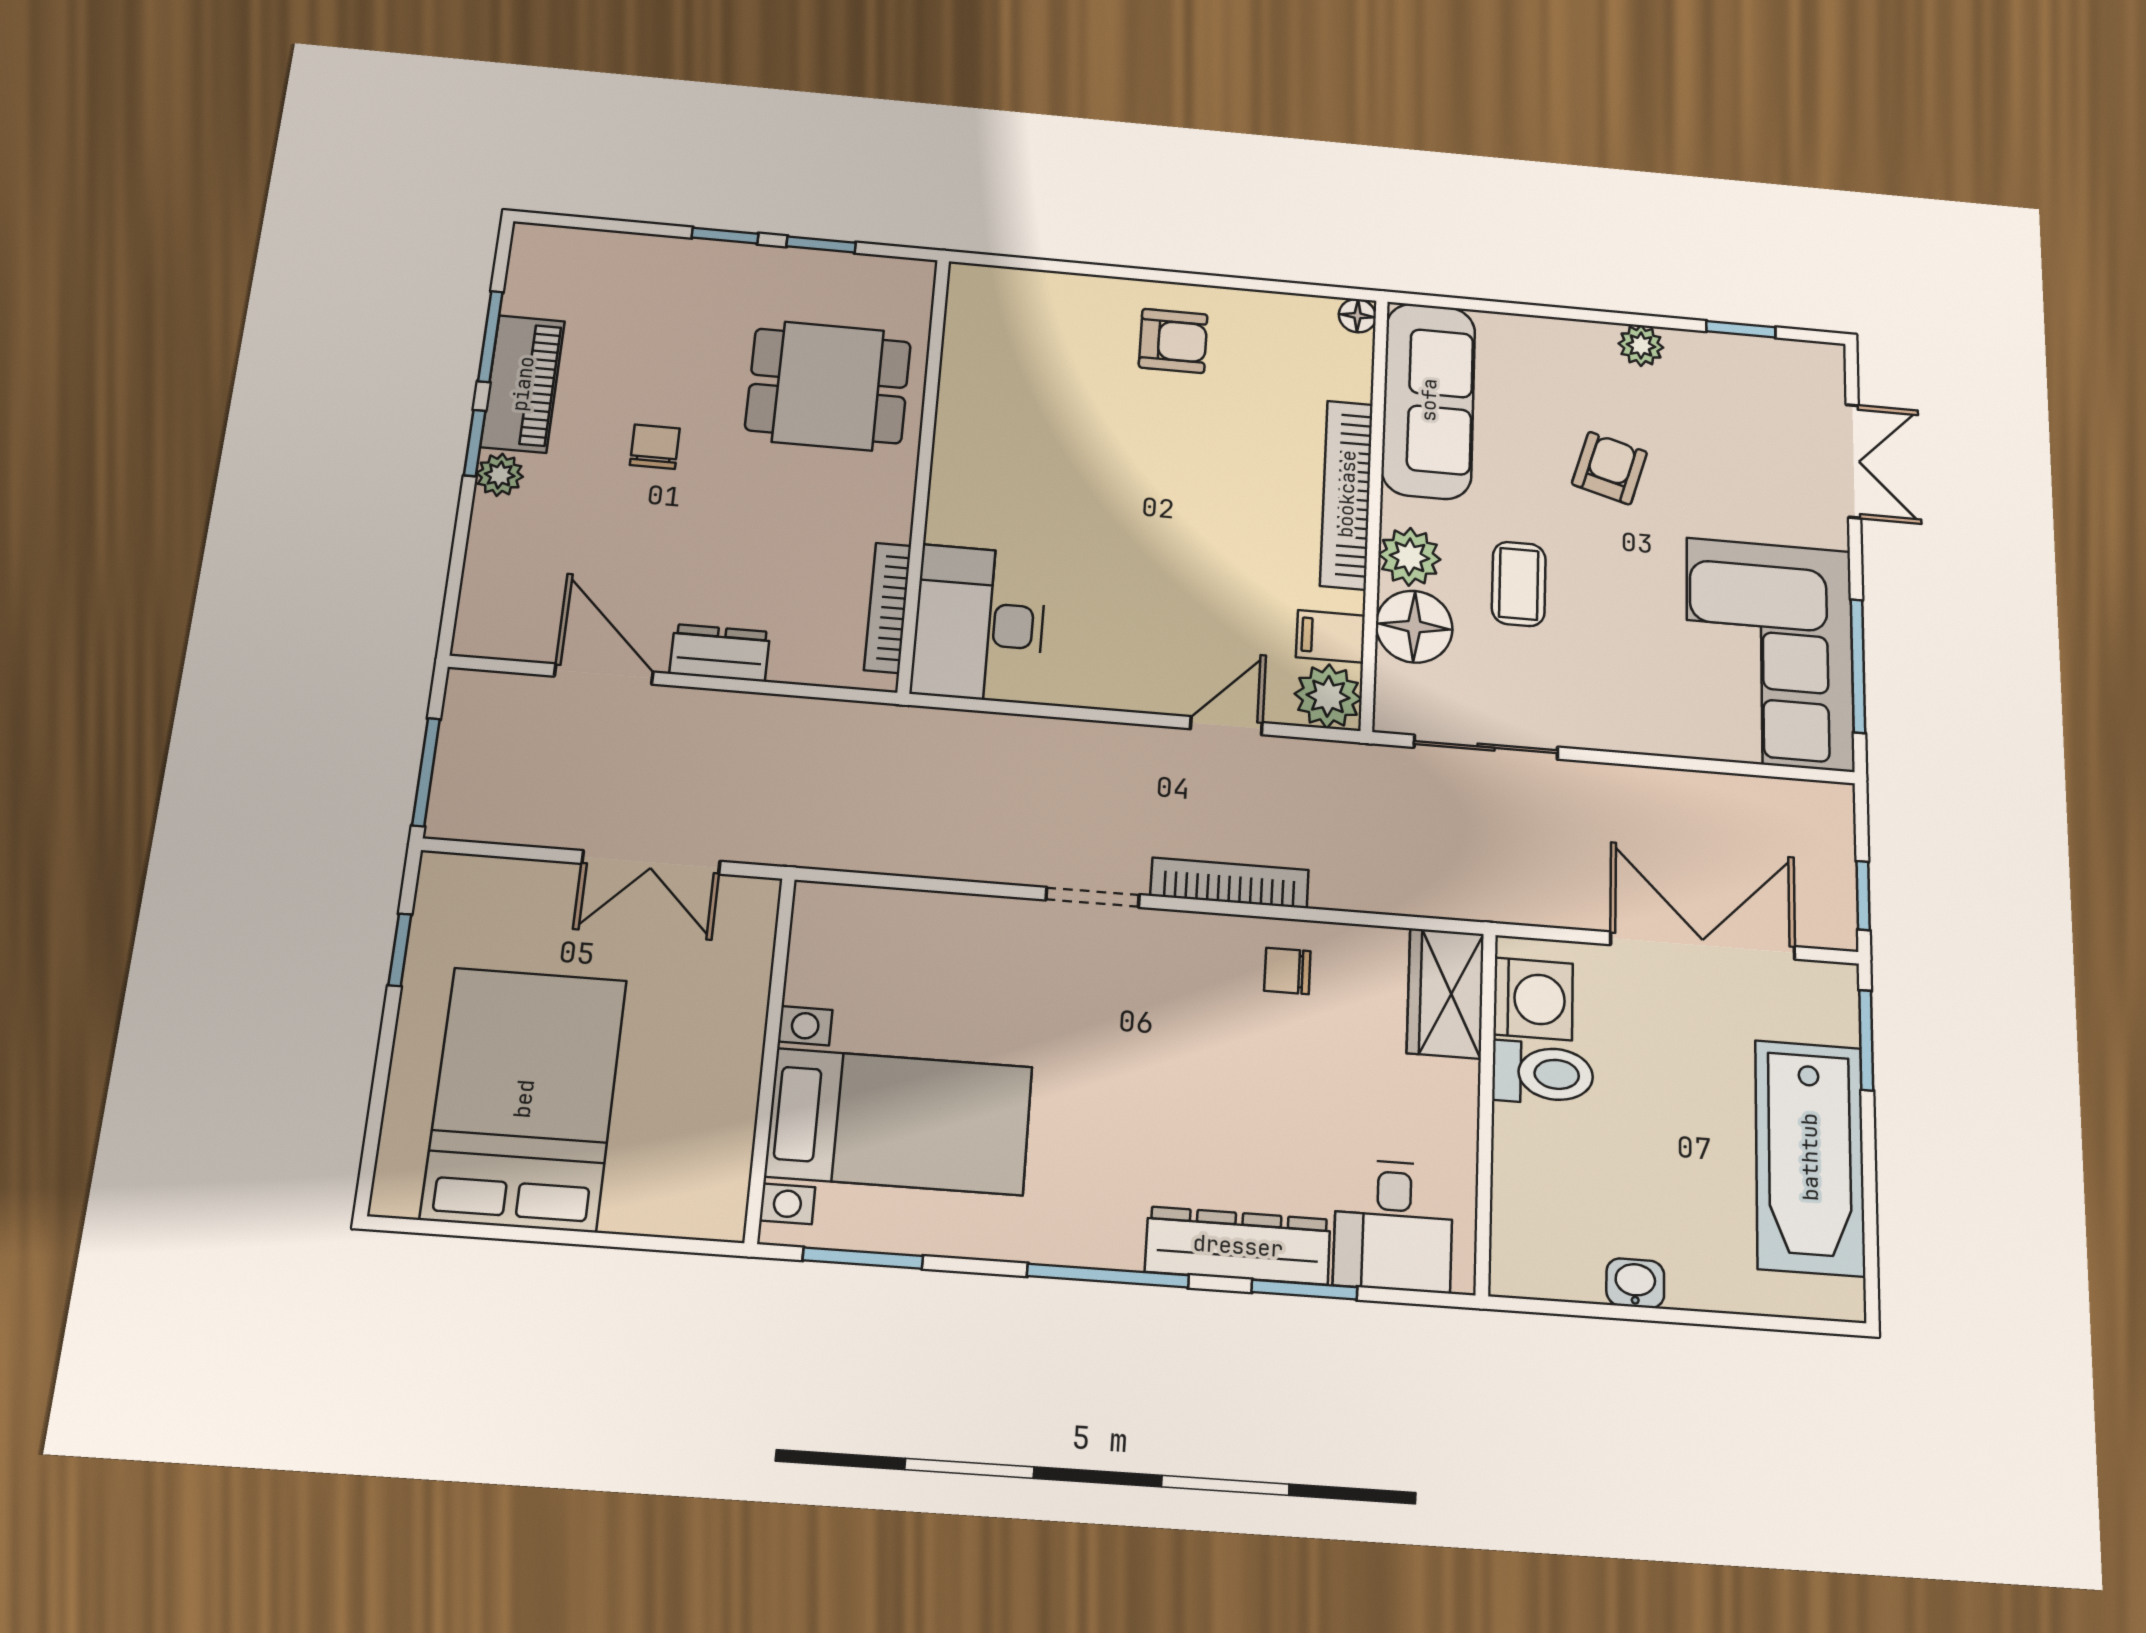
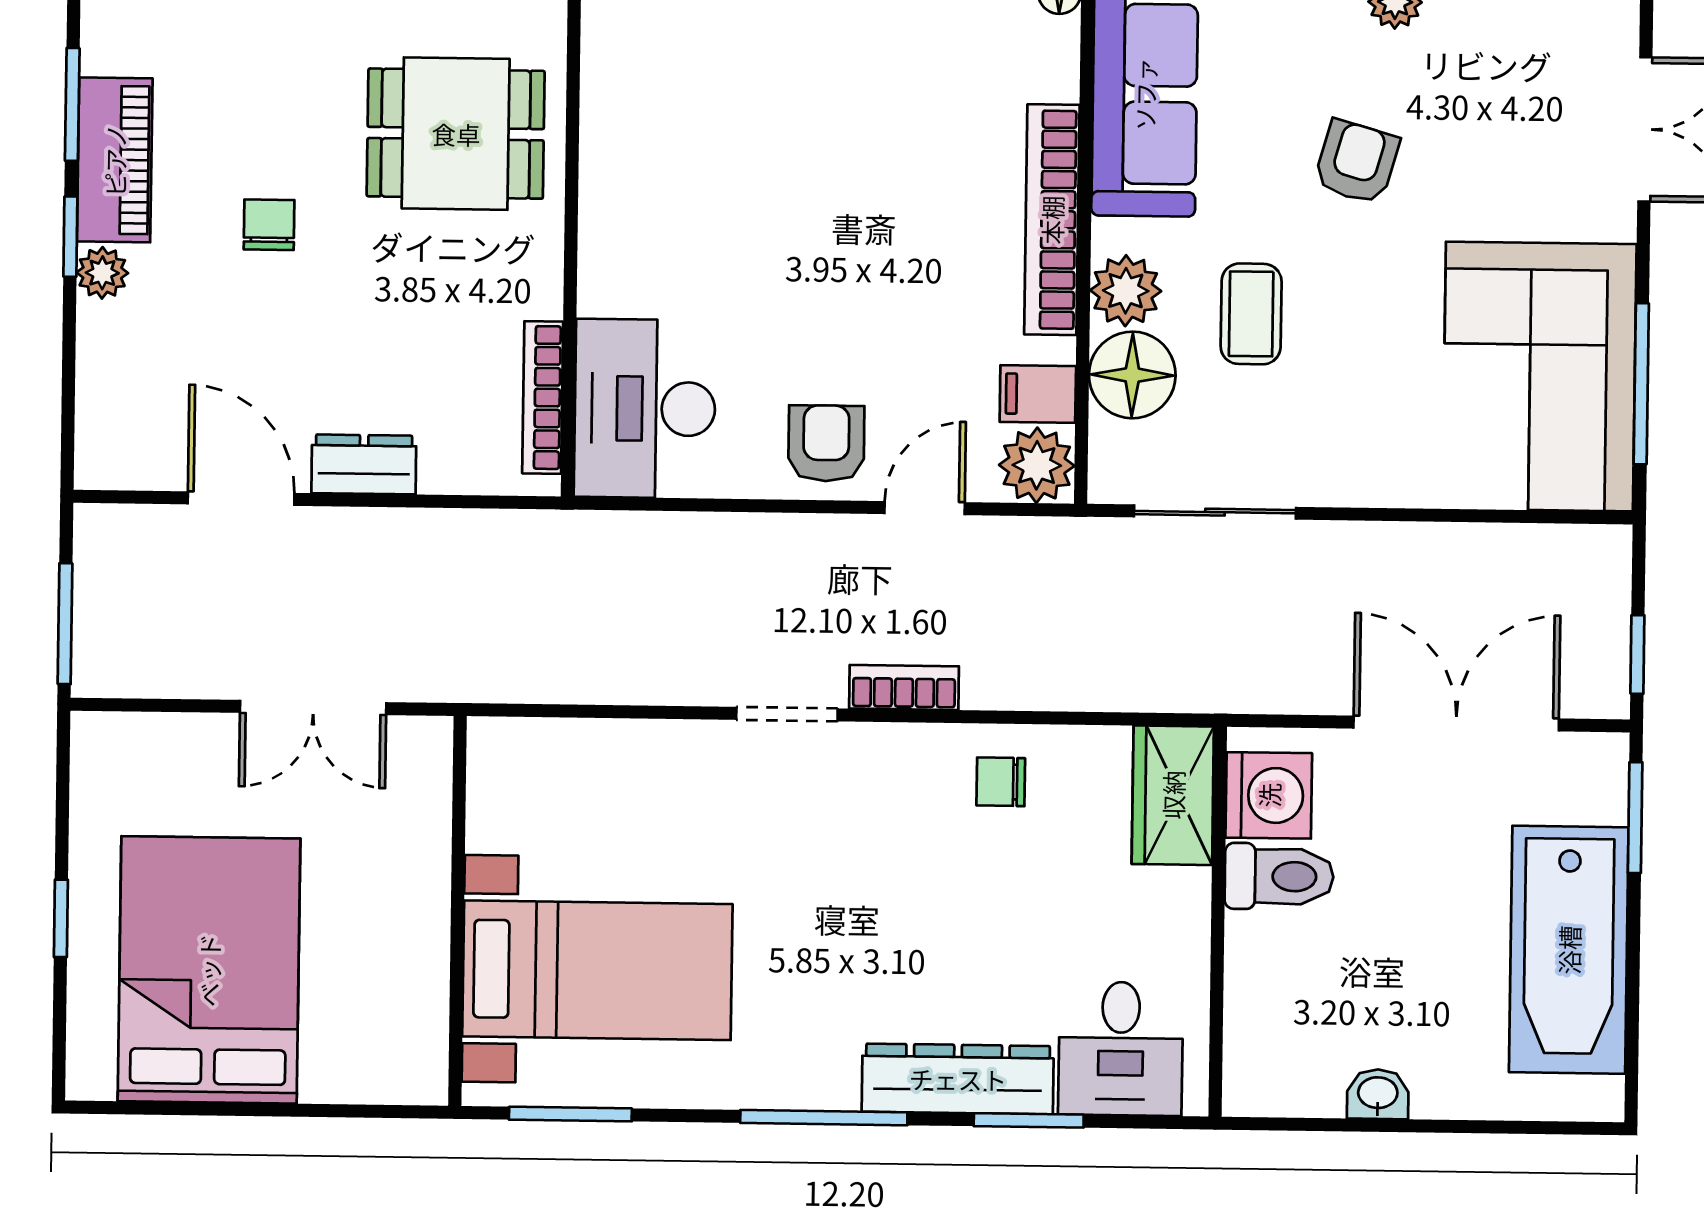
armchair: (1173, 341) -> (826, 443), moved, turned -90
bookcase: (1230, 883) -> (904, 687), width x0.64
window: (400, 950) -> (61, 918), moved

